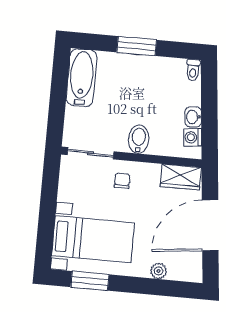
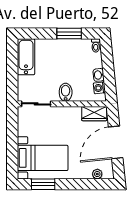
window: (137, 46) -> (69, 34), moved
chair: (122, 181) -> (58, 119), removed
plant: (159, 271) -> (97, 174), moved

